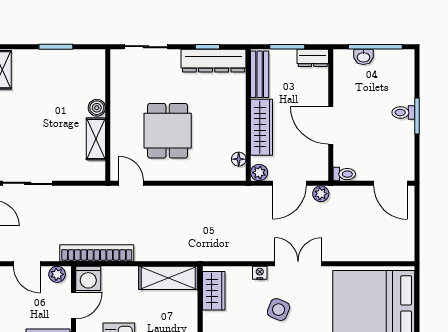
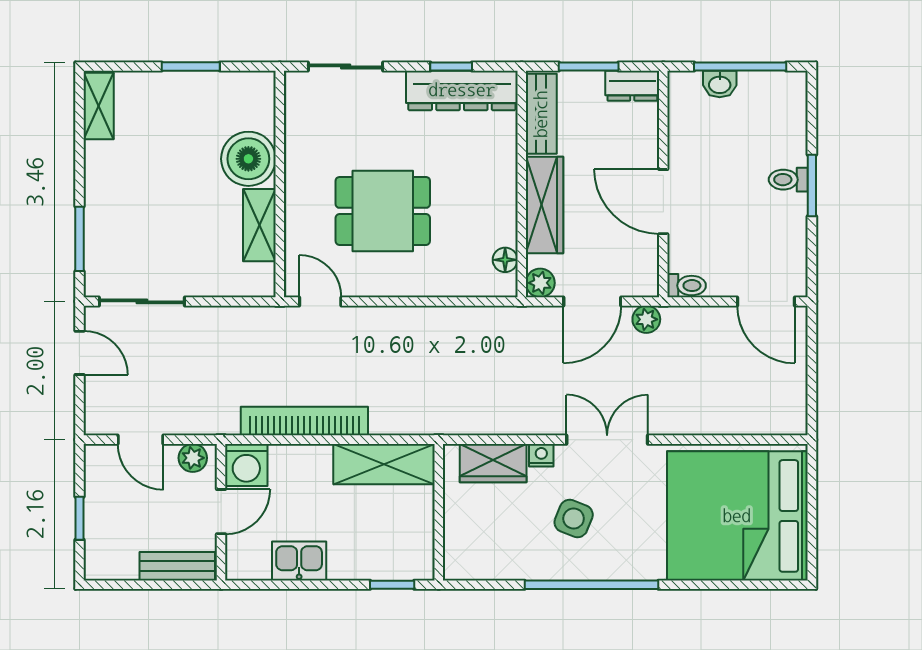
boiler: (97, 108) -> (248, 159), width x1.86, depth x1.86
dining table: (168, 131) -> (383, 211), turned 90
bookcase: (97, 253) -> (304, 421), moved
wardrobe: (214, 291) -> (493, 463), moved, turned 90

